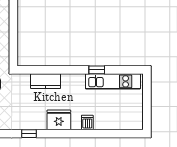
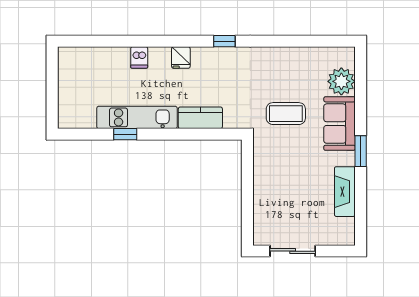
kitchen unit: (113, 81) -> (137, 117), moved
fridge: (59, 120) -> (181, 58), width x0.53, depth x0.75

